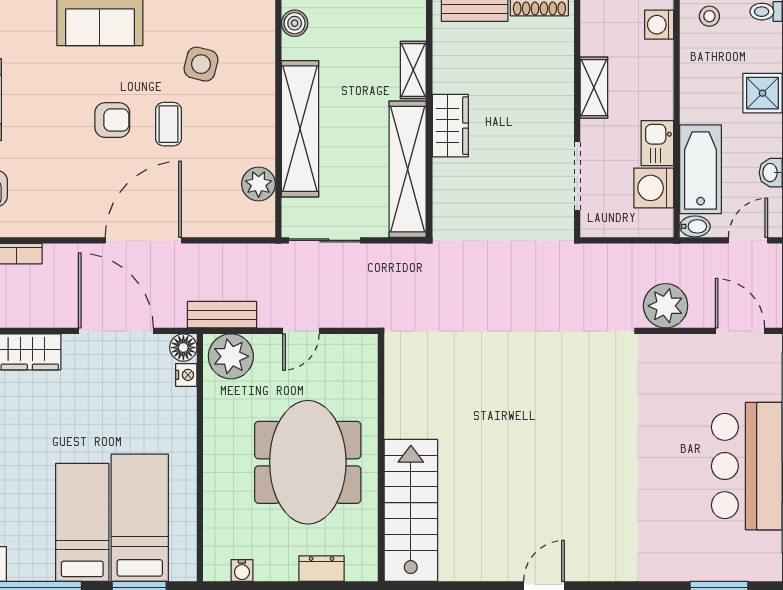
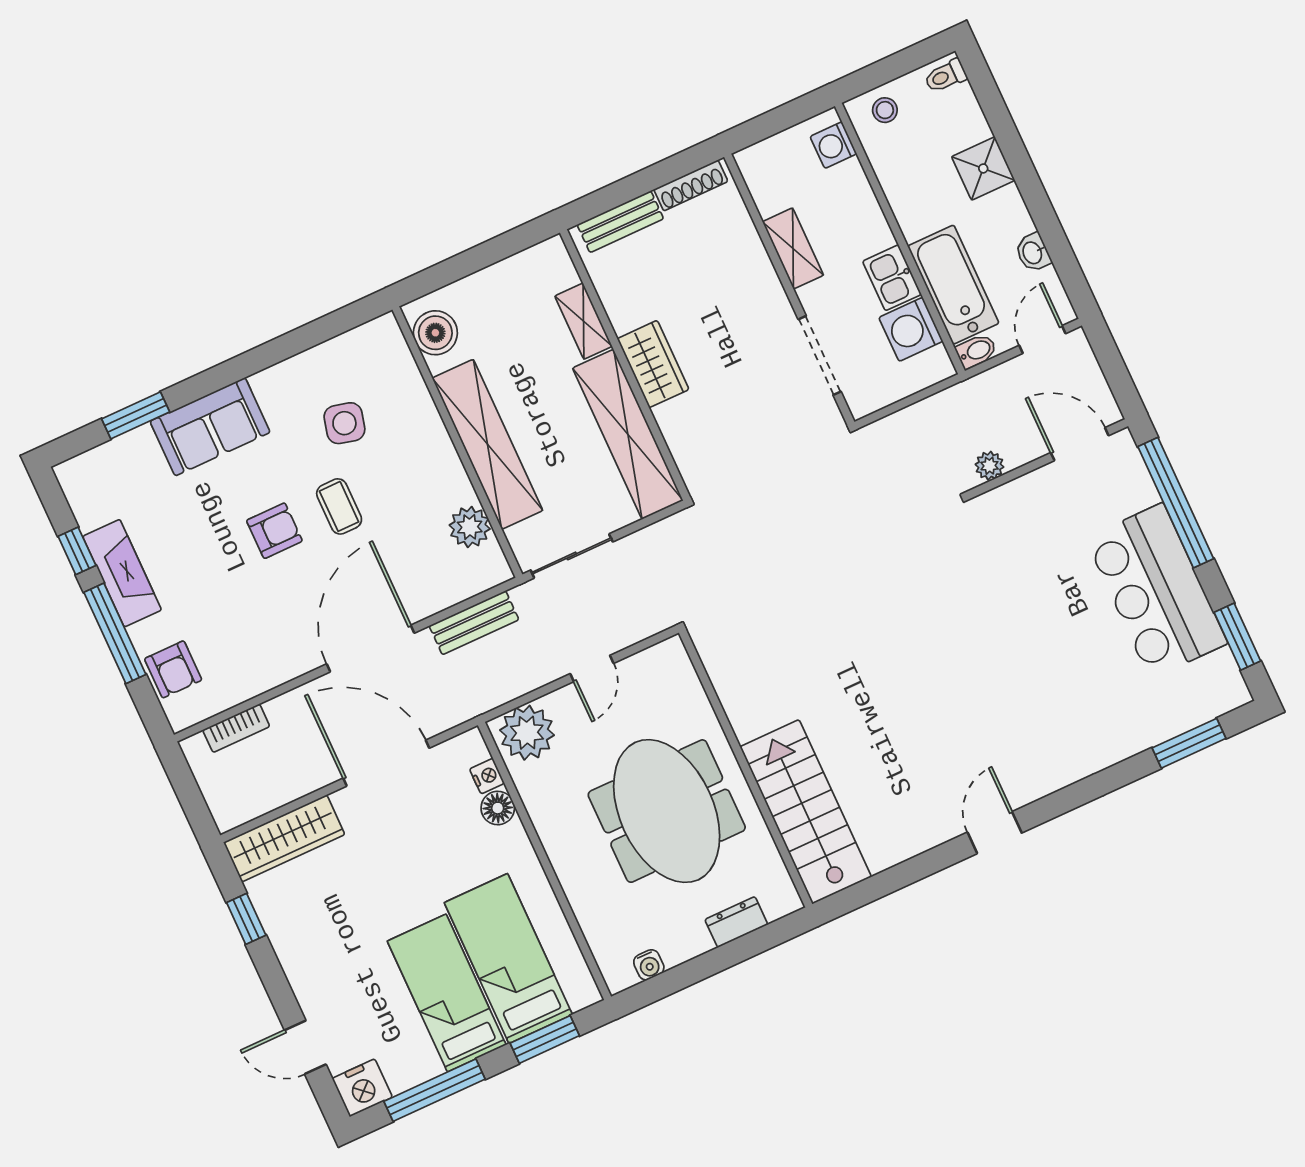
boiler: (295, 23) -> (435, 333), width x1.36, depth x1.36
plant: (666, 306) -> (989, 466), width x0.53, depth x0.53
bench: (222, 315) -> (474, 623), moved
floor lamp: (183, 348) -> (498, 808), moved

